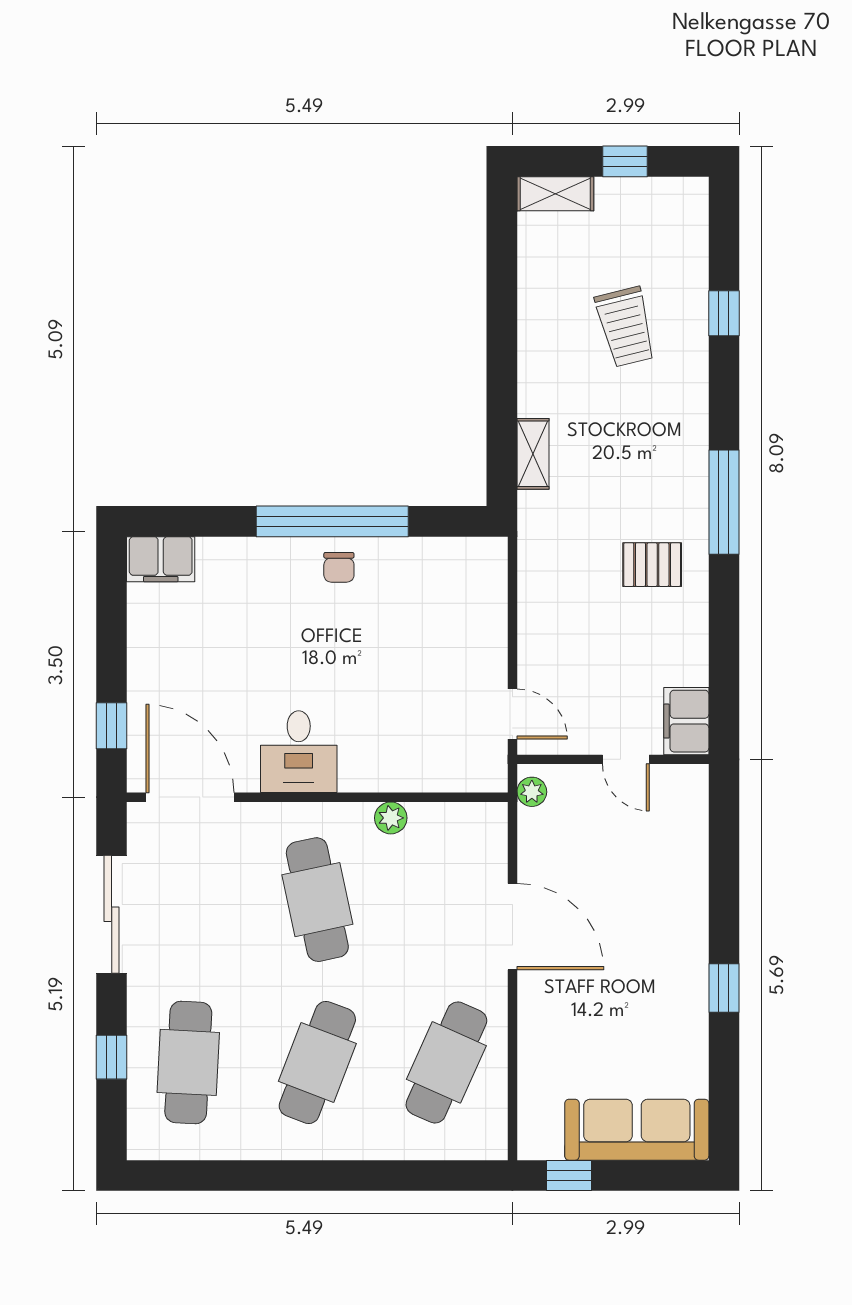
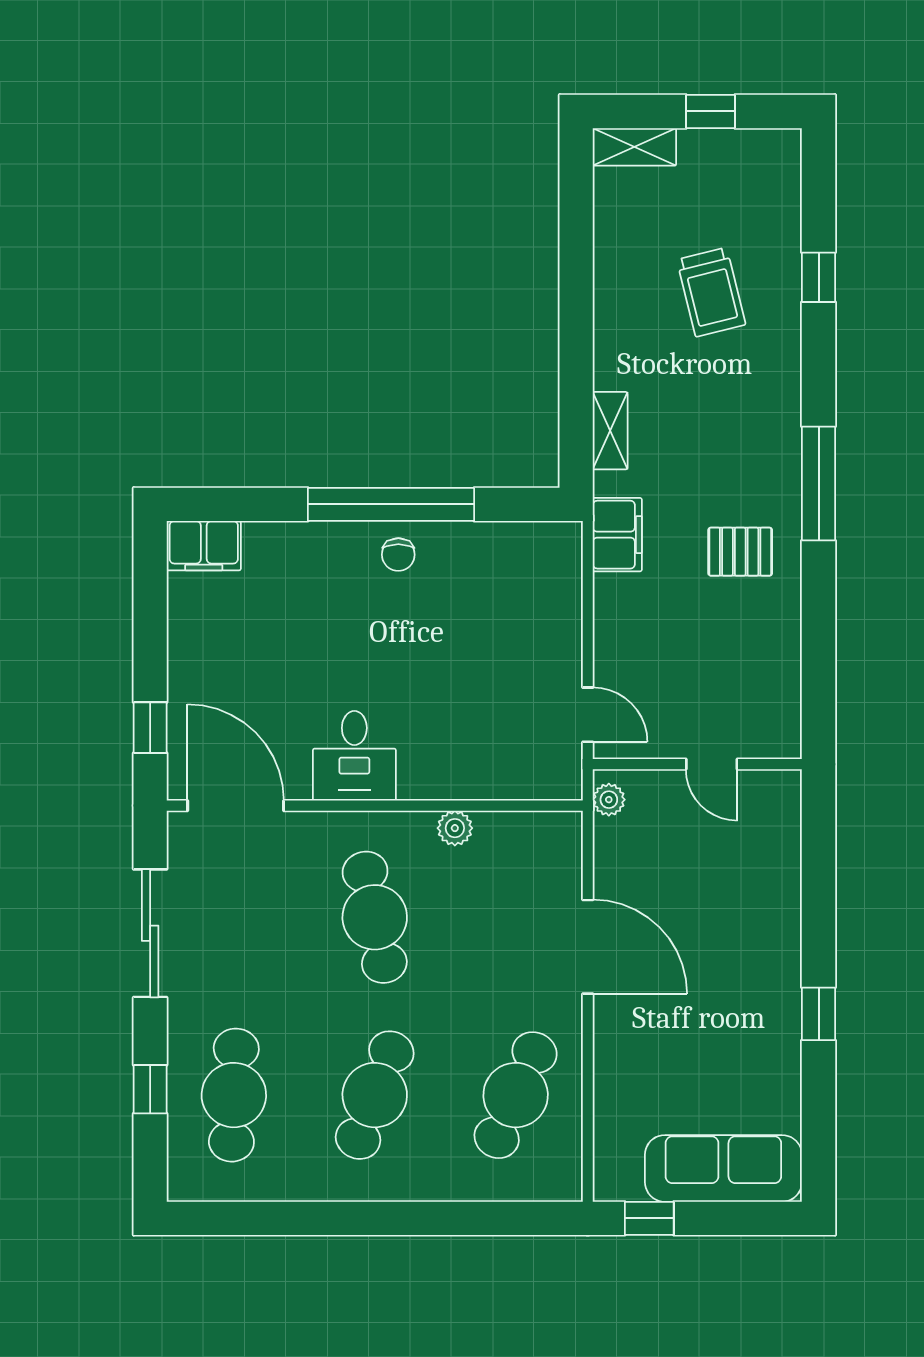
filing cabinet: (686, 721) -> (617, 535), moved, turned 180

